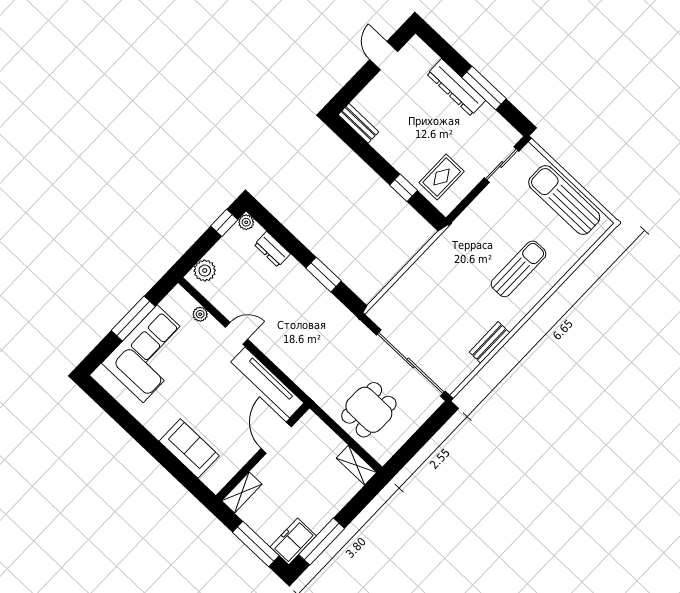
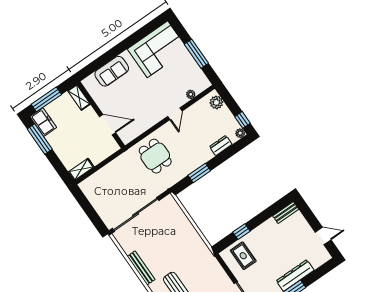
bench: (489, 342) -> (141, 268), width x1.36
corner sofa: (150, 354) -> (158, 49), moved, turned -90
tv unit: (267, 382) -> (142, 126), removed
dining table: (369, 410) -> (155, 156), moved

